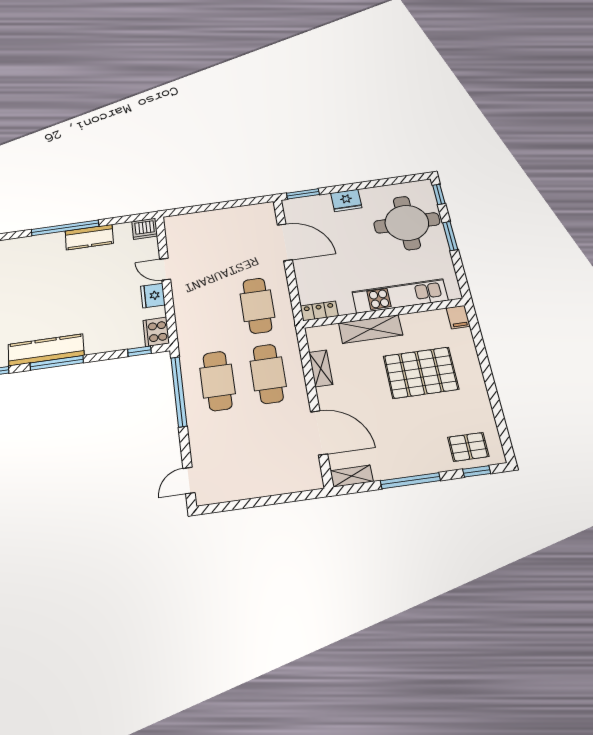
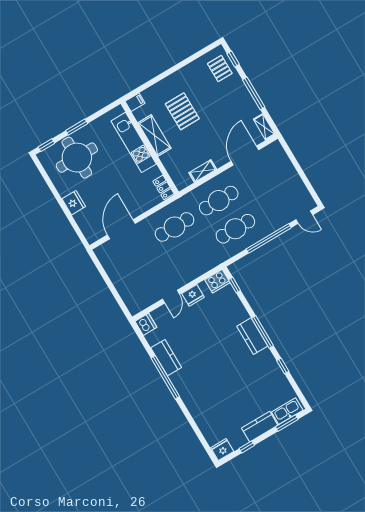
window: (303, 194) -> (79, 233), removed
shelving: (370, 329) -> (155, 136), moved
kitchen counter: (46, 350) -> (252, 336), width x0.67
pallet: (421, 373) -> (182, 111), width x0.73, depth x0.71
window: (179, 392) -> (269, 238), moved

